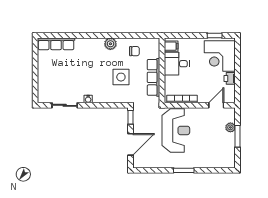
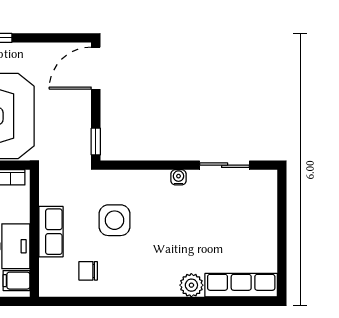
plant: (110, 44) -> (191, 285), moved
row of seats: (153, 77) -> (51, 232), width x0.68
door: (131, 144) -> (96, 68), moved

